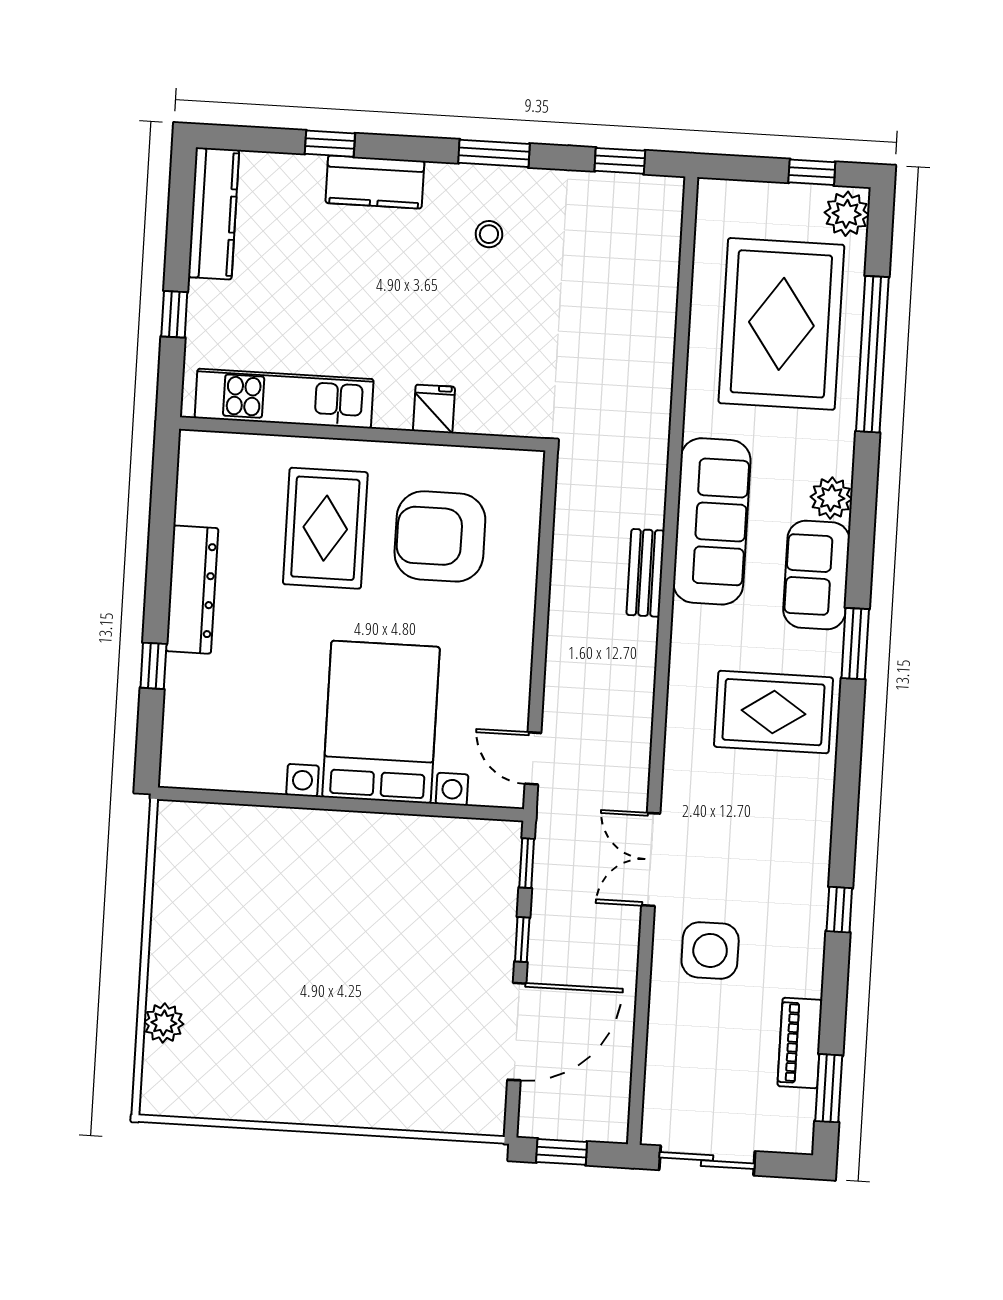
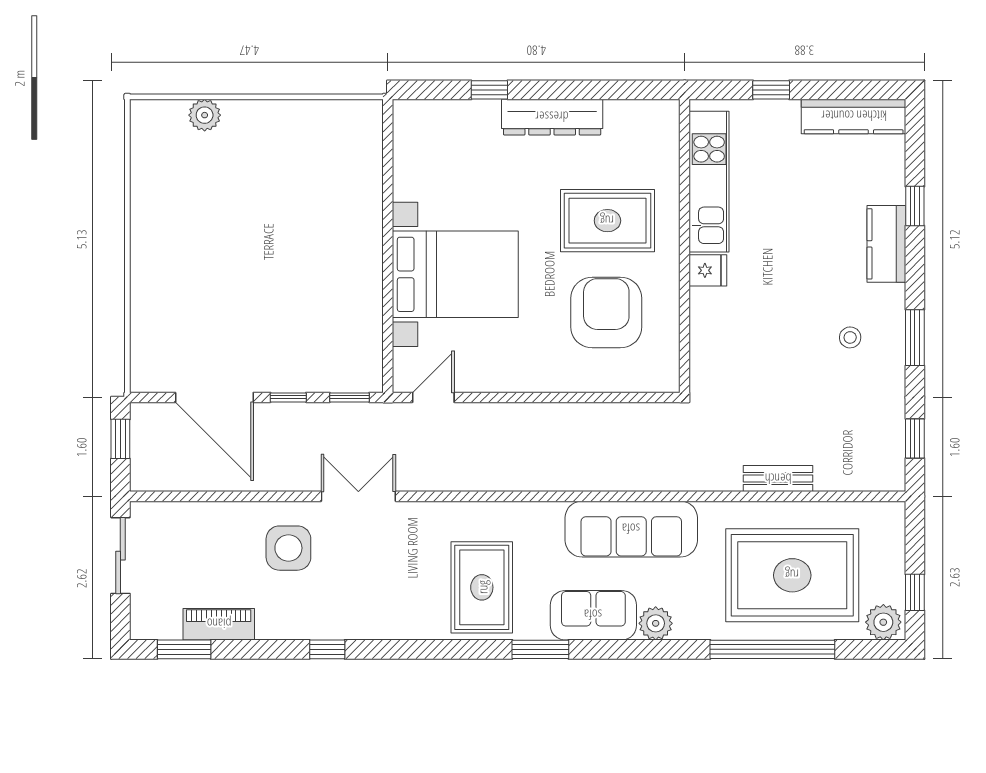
fridge: (434, 409) -> (708, 270), moved
bench: (645, 573) -> (778, 479), moved

